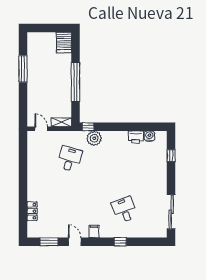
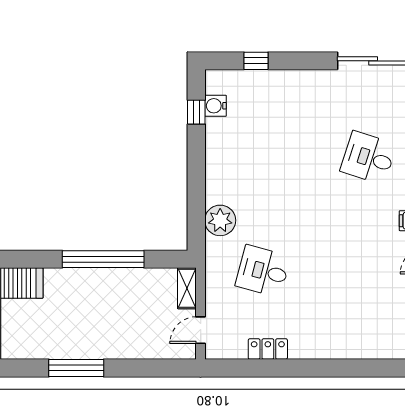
window: (88, 127) -> (196, 112), moved
printer: (136, 137) -> (218, 134), removed
desk: (124, 210) -> (368, 158), turned 39
locker: (32, 211) -> (268, 349), moved

